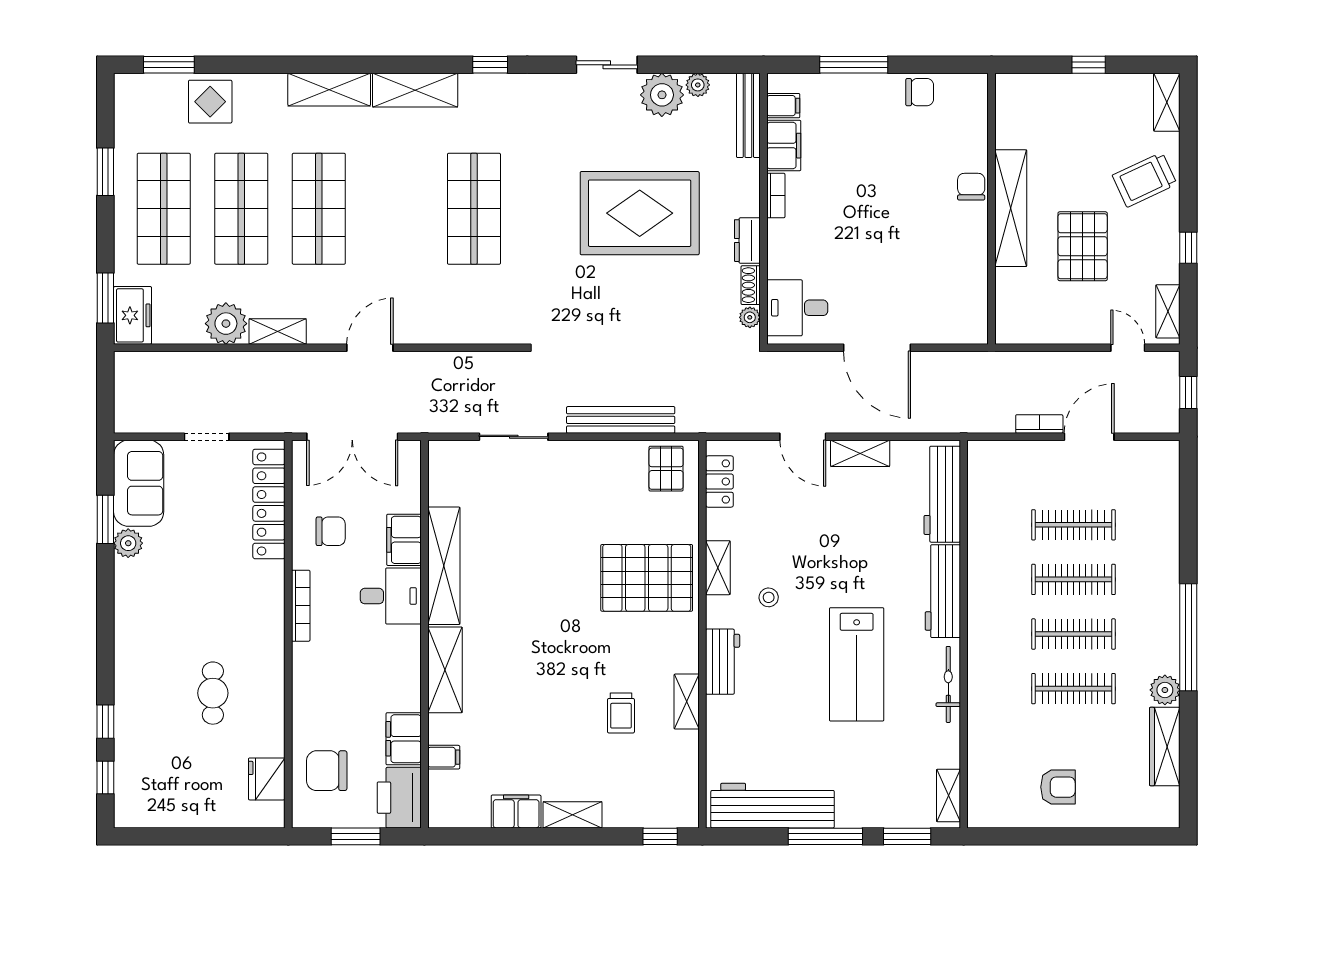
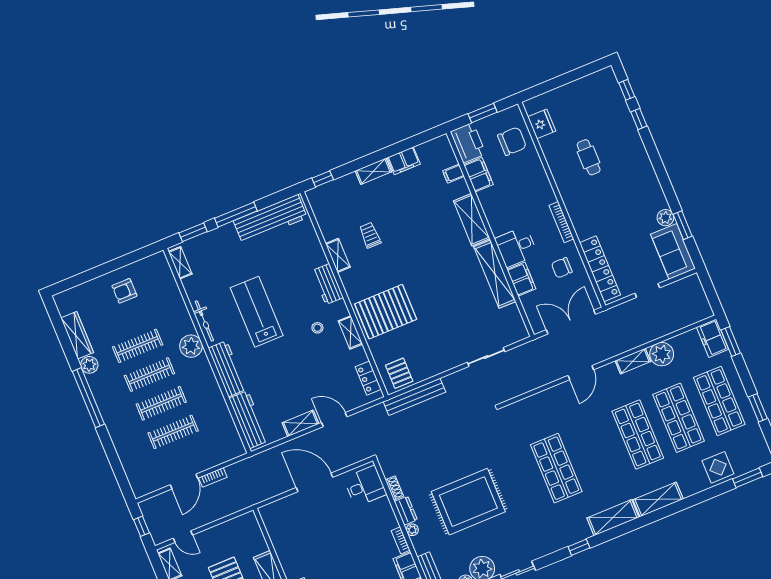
plant: (750, 317) -> (412, 530), moved
bench: (621, 420) -> (414, 397), moved
plant: (987, 652) -> (191, 346), added

